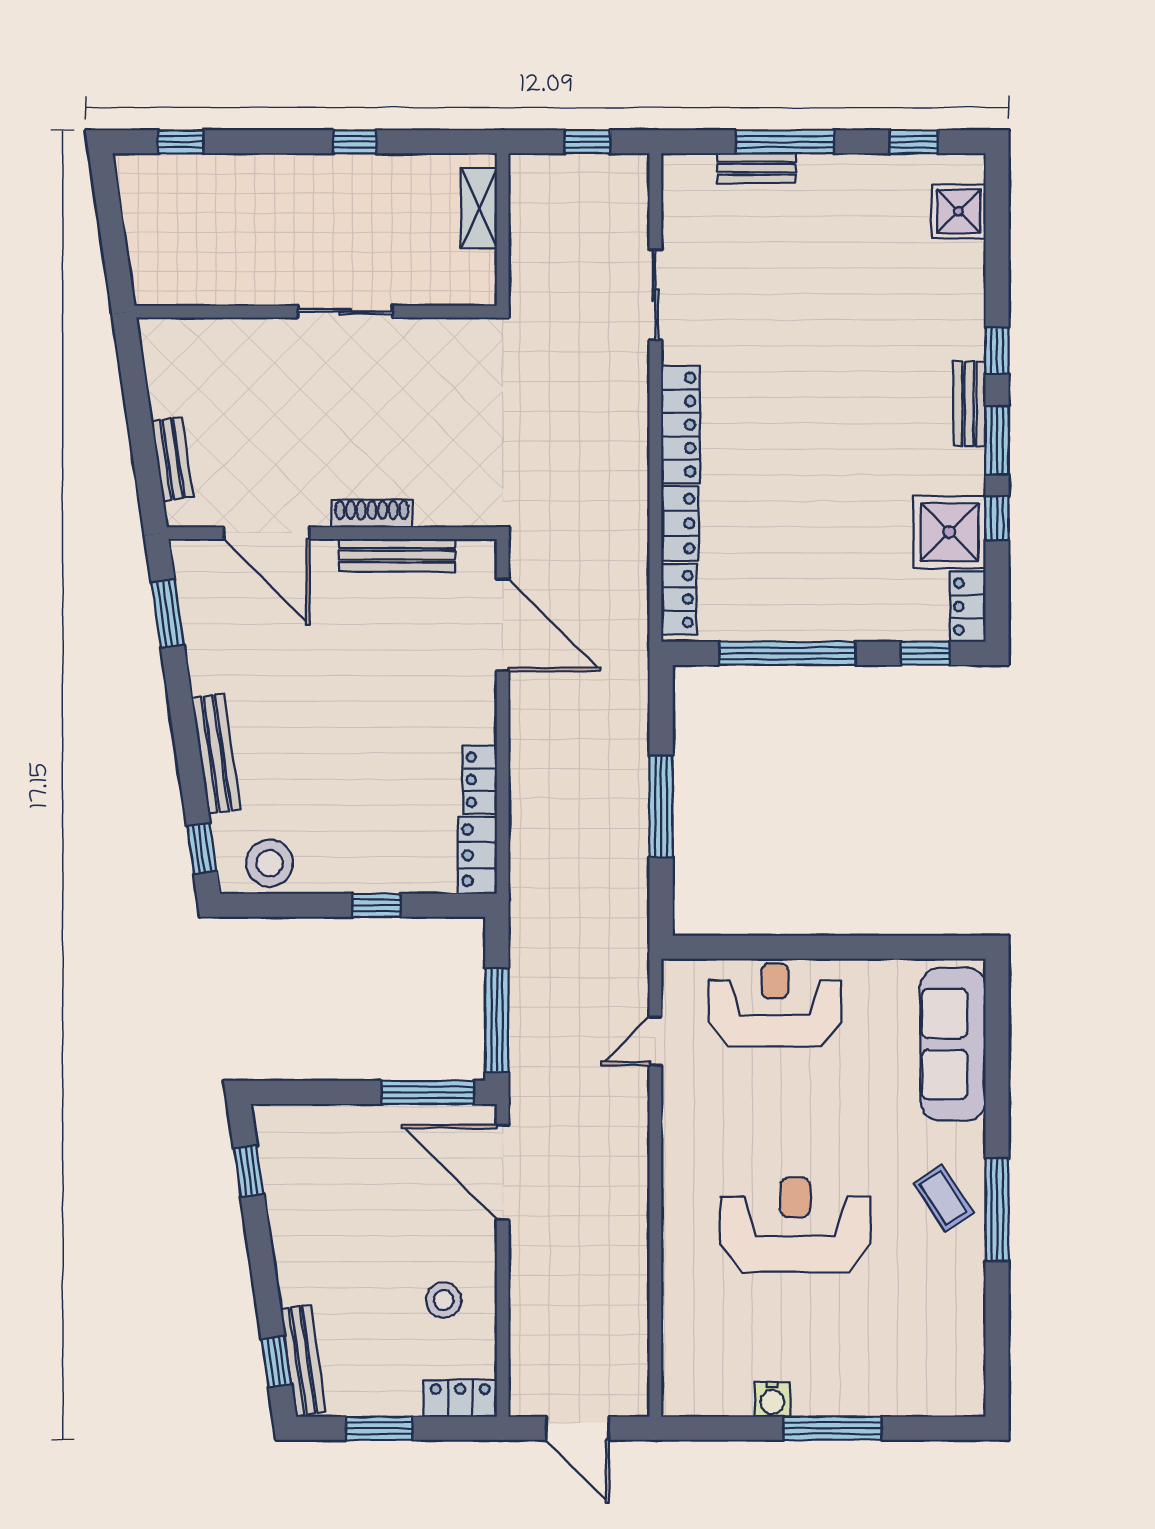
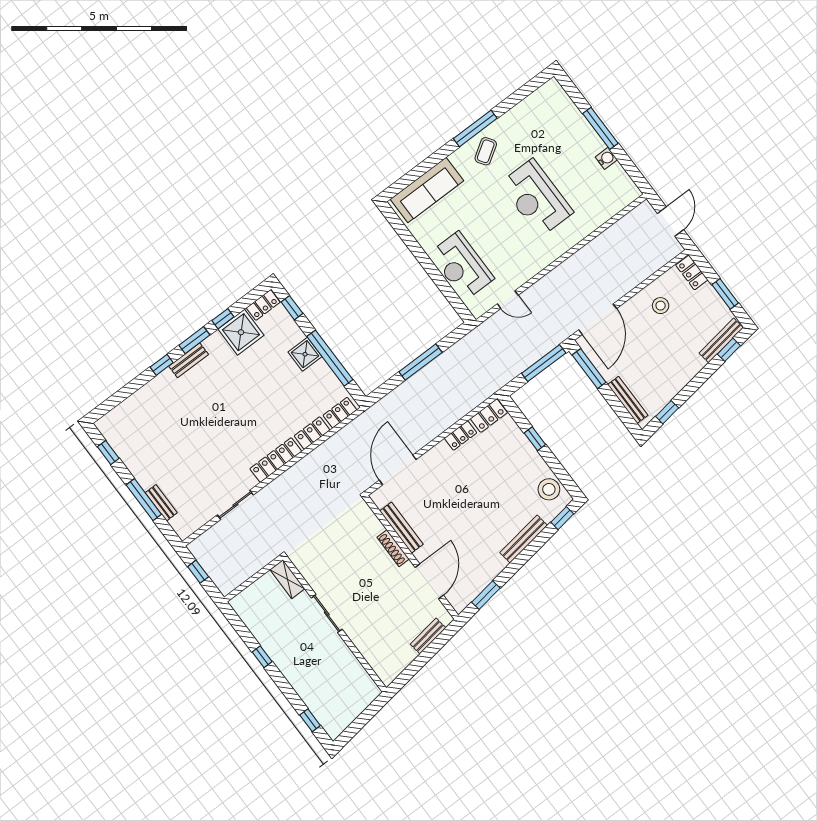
shelving: (479, 208) -> (287, 579), moved, turned 90
shower: (959, 211) -> (305, 354), moved
bench: (322, 1119) -> (628, 400), added

